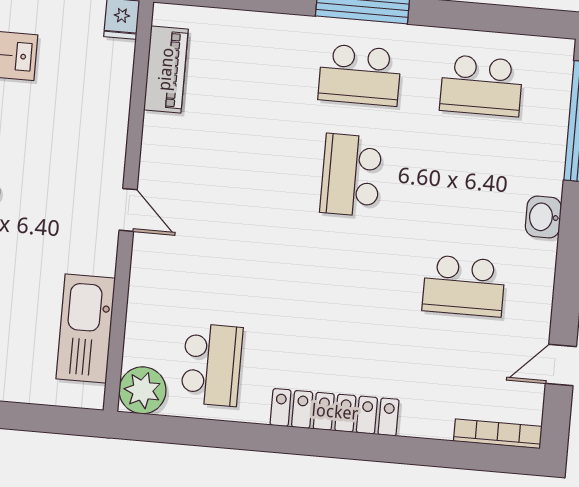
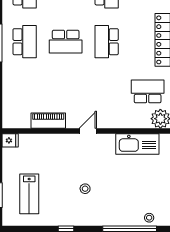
piano: (166, 69) -> (48, 121), moved
school desk: (342, 275) -> (107, 42), added

